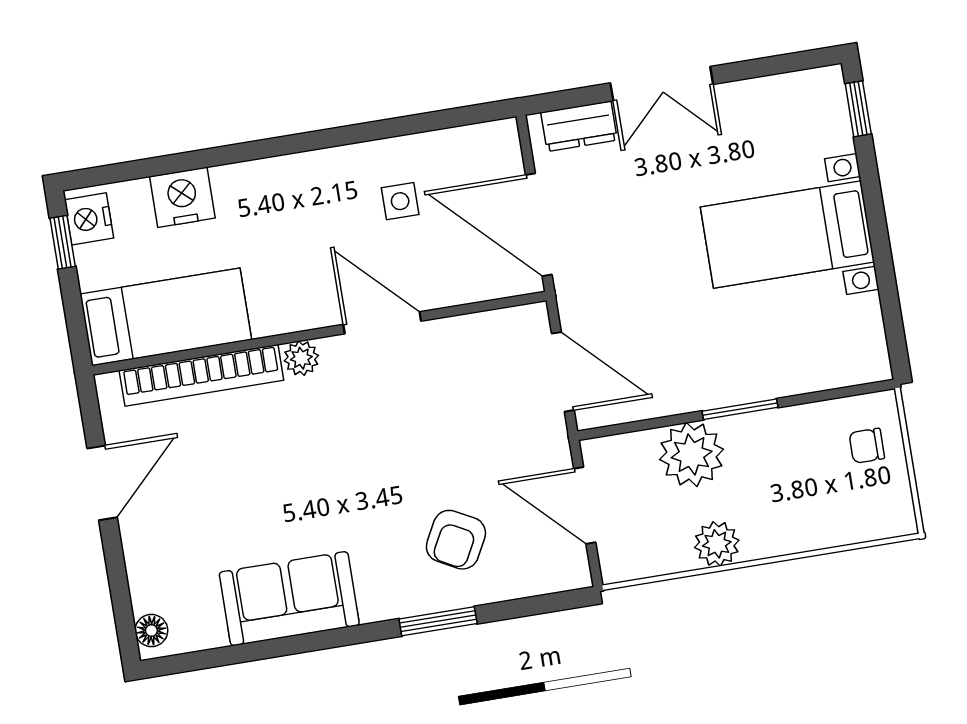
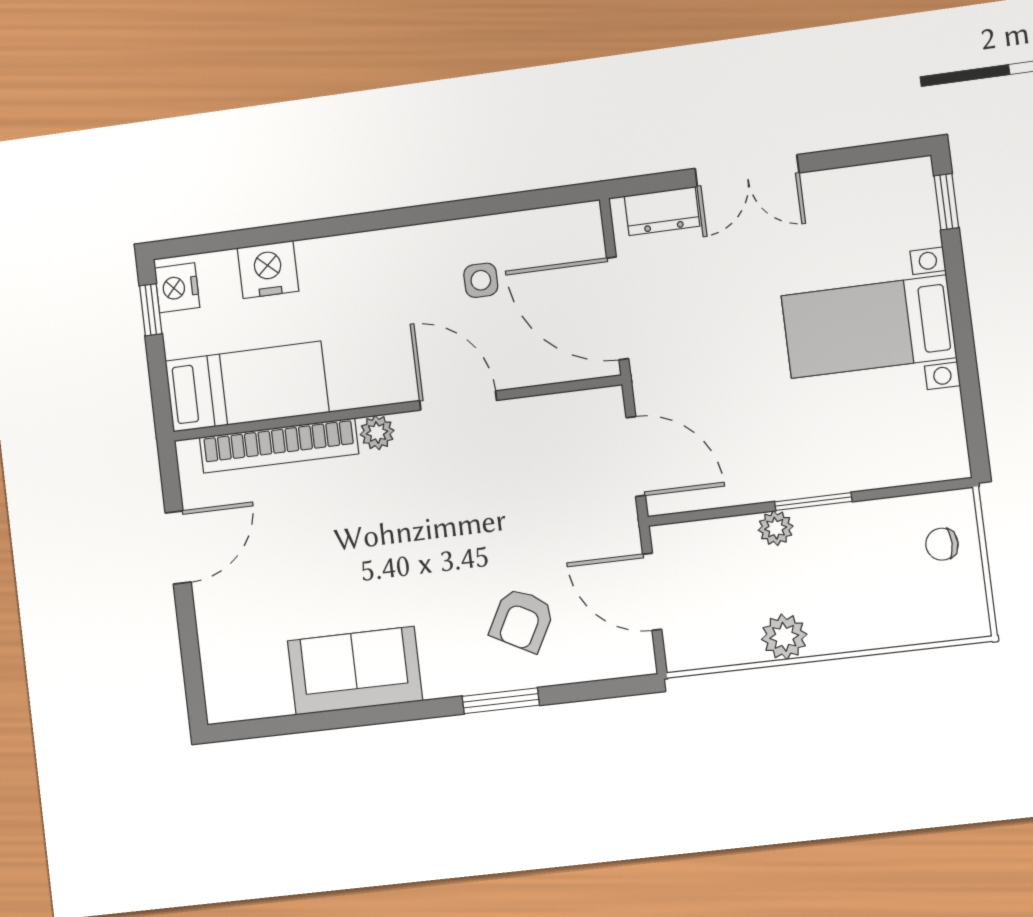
plant: (692, 454) -> (776, 528), width x0.53, depth x0.53
floor lamp: (151, 630) -> (219, 695), removed

